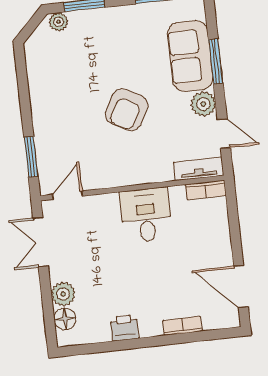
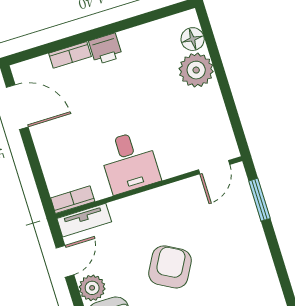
door: (224, 134) -> (65, 261), swing flipped
double door: (41, 242) -> (233, 114), removed
plant: (63, 294) -> (196, 70), width x1.36, depth x1.36
printer: (125, 328) -> (105, 49), moved

